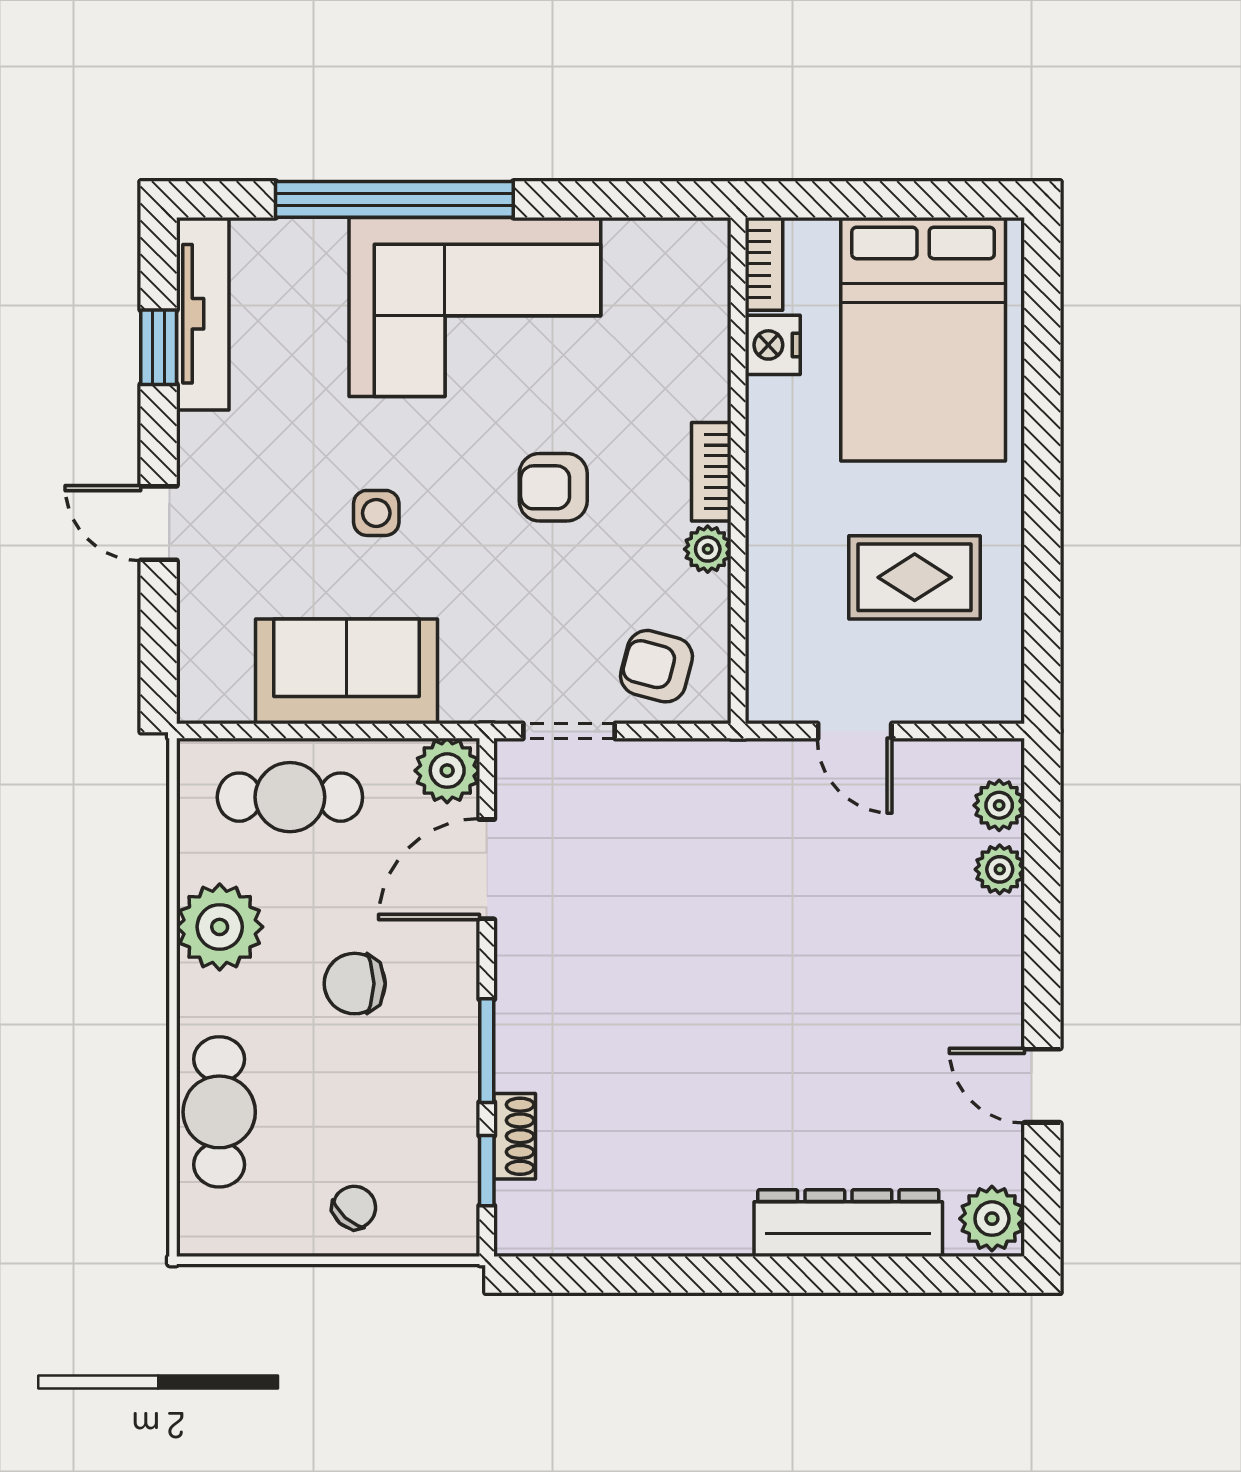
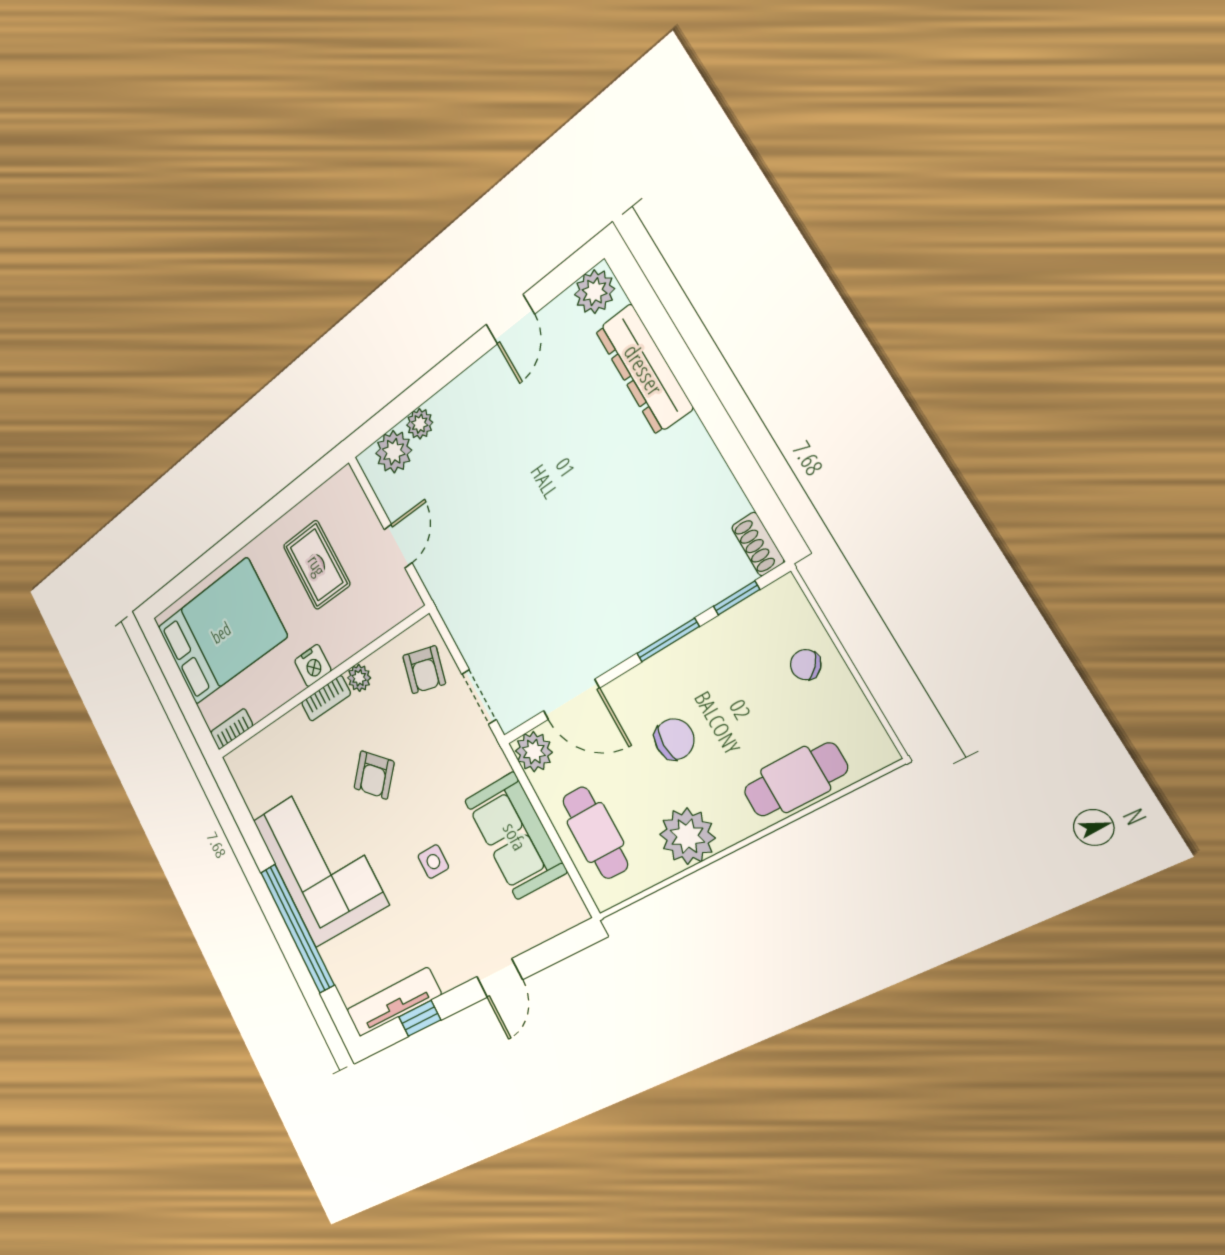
nightstand: (773, 345) -> (313, 666), moved
armchair: (553, 487) -> (374, 775), turned 44
plant: (999, 805) -> (394, 452), width x1.38, depth x1.38
chair: (355, 984) -> (674, 739), turned -90
shoe rack: (515, 1136) -> (758, 544), moved, turned -90

